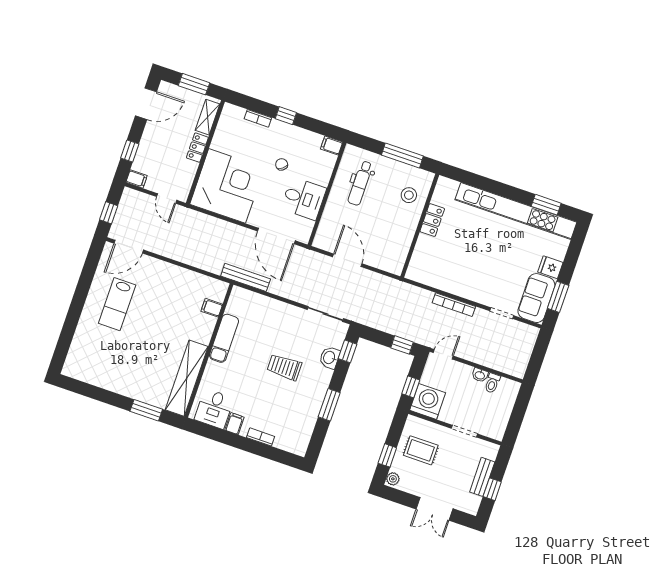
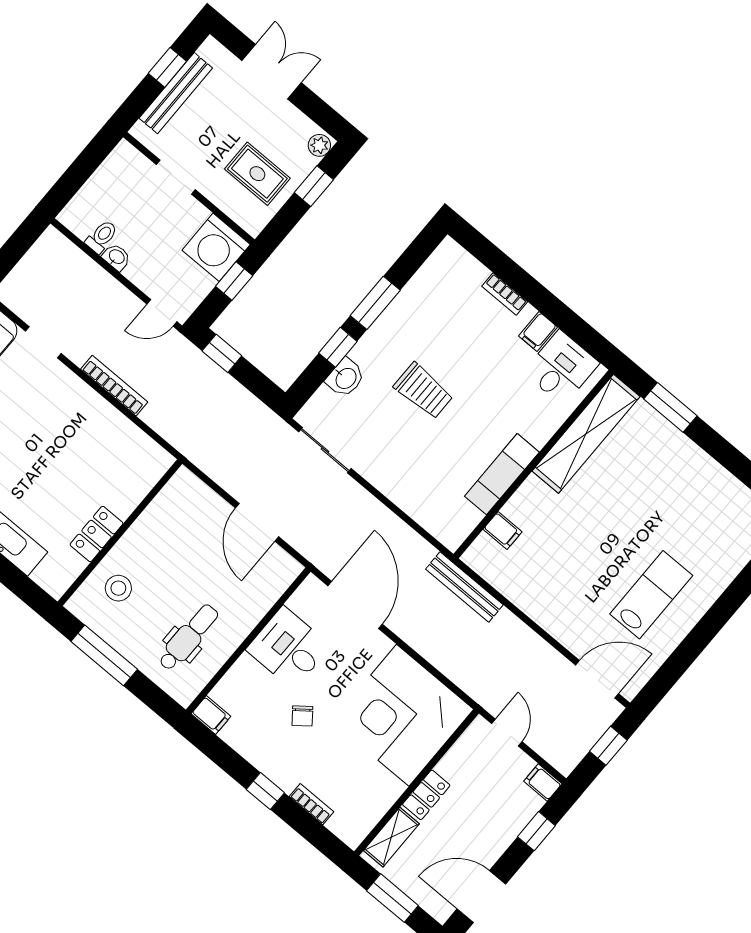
bench: (246, 277) -> (464, 587), moved
window: (347, 351) -> (338, 347), moved
bench: (482, 477) -> (176, 93), width x1.36

